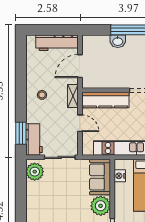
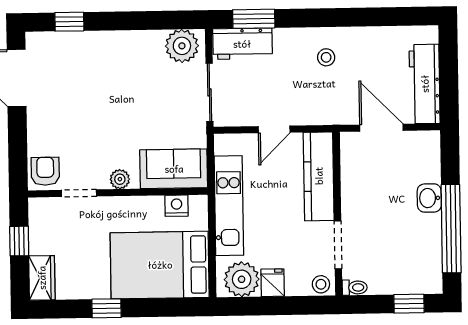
shelving: (73, 96) -> (325, 115), removed
plant: (101, 206) -> (120, 179), width x0.53, depth x0.53

